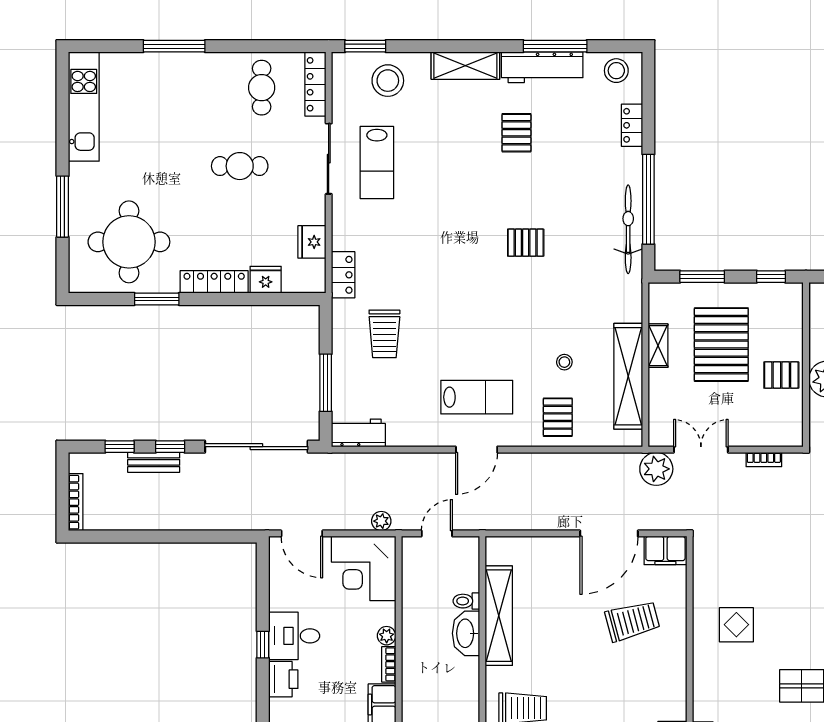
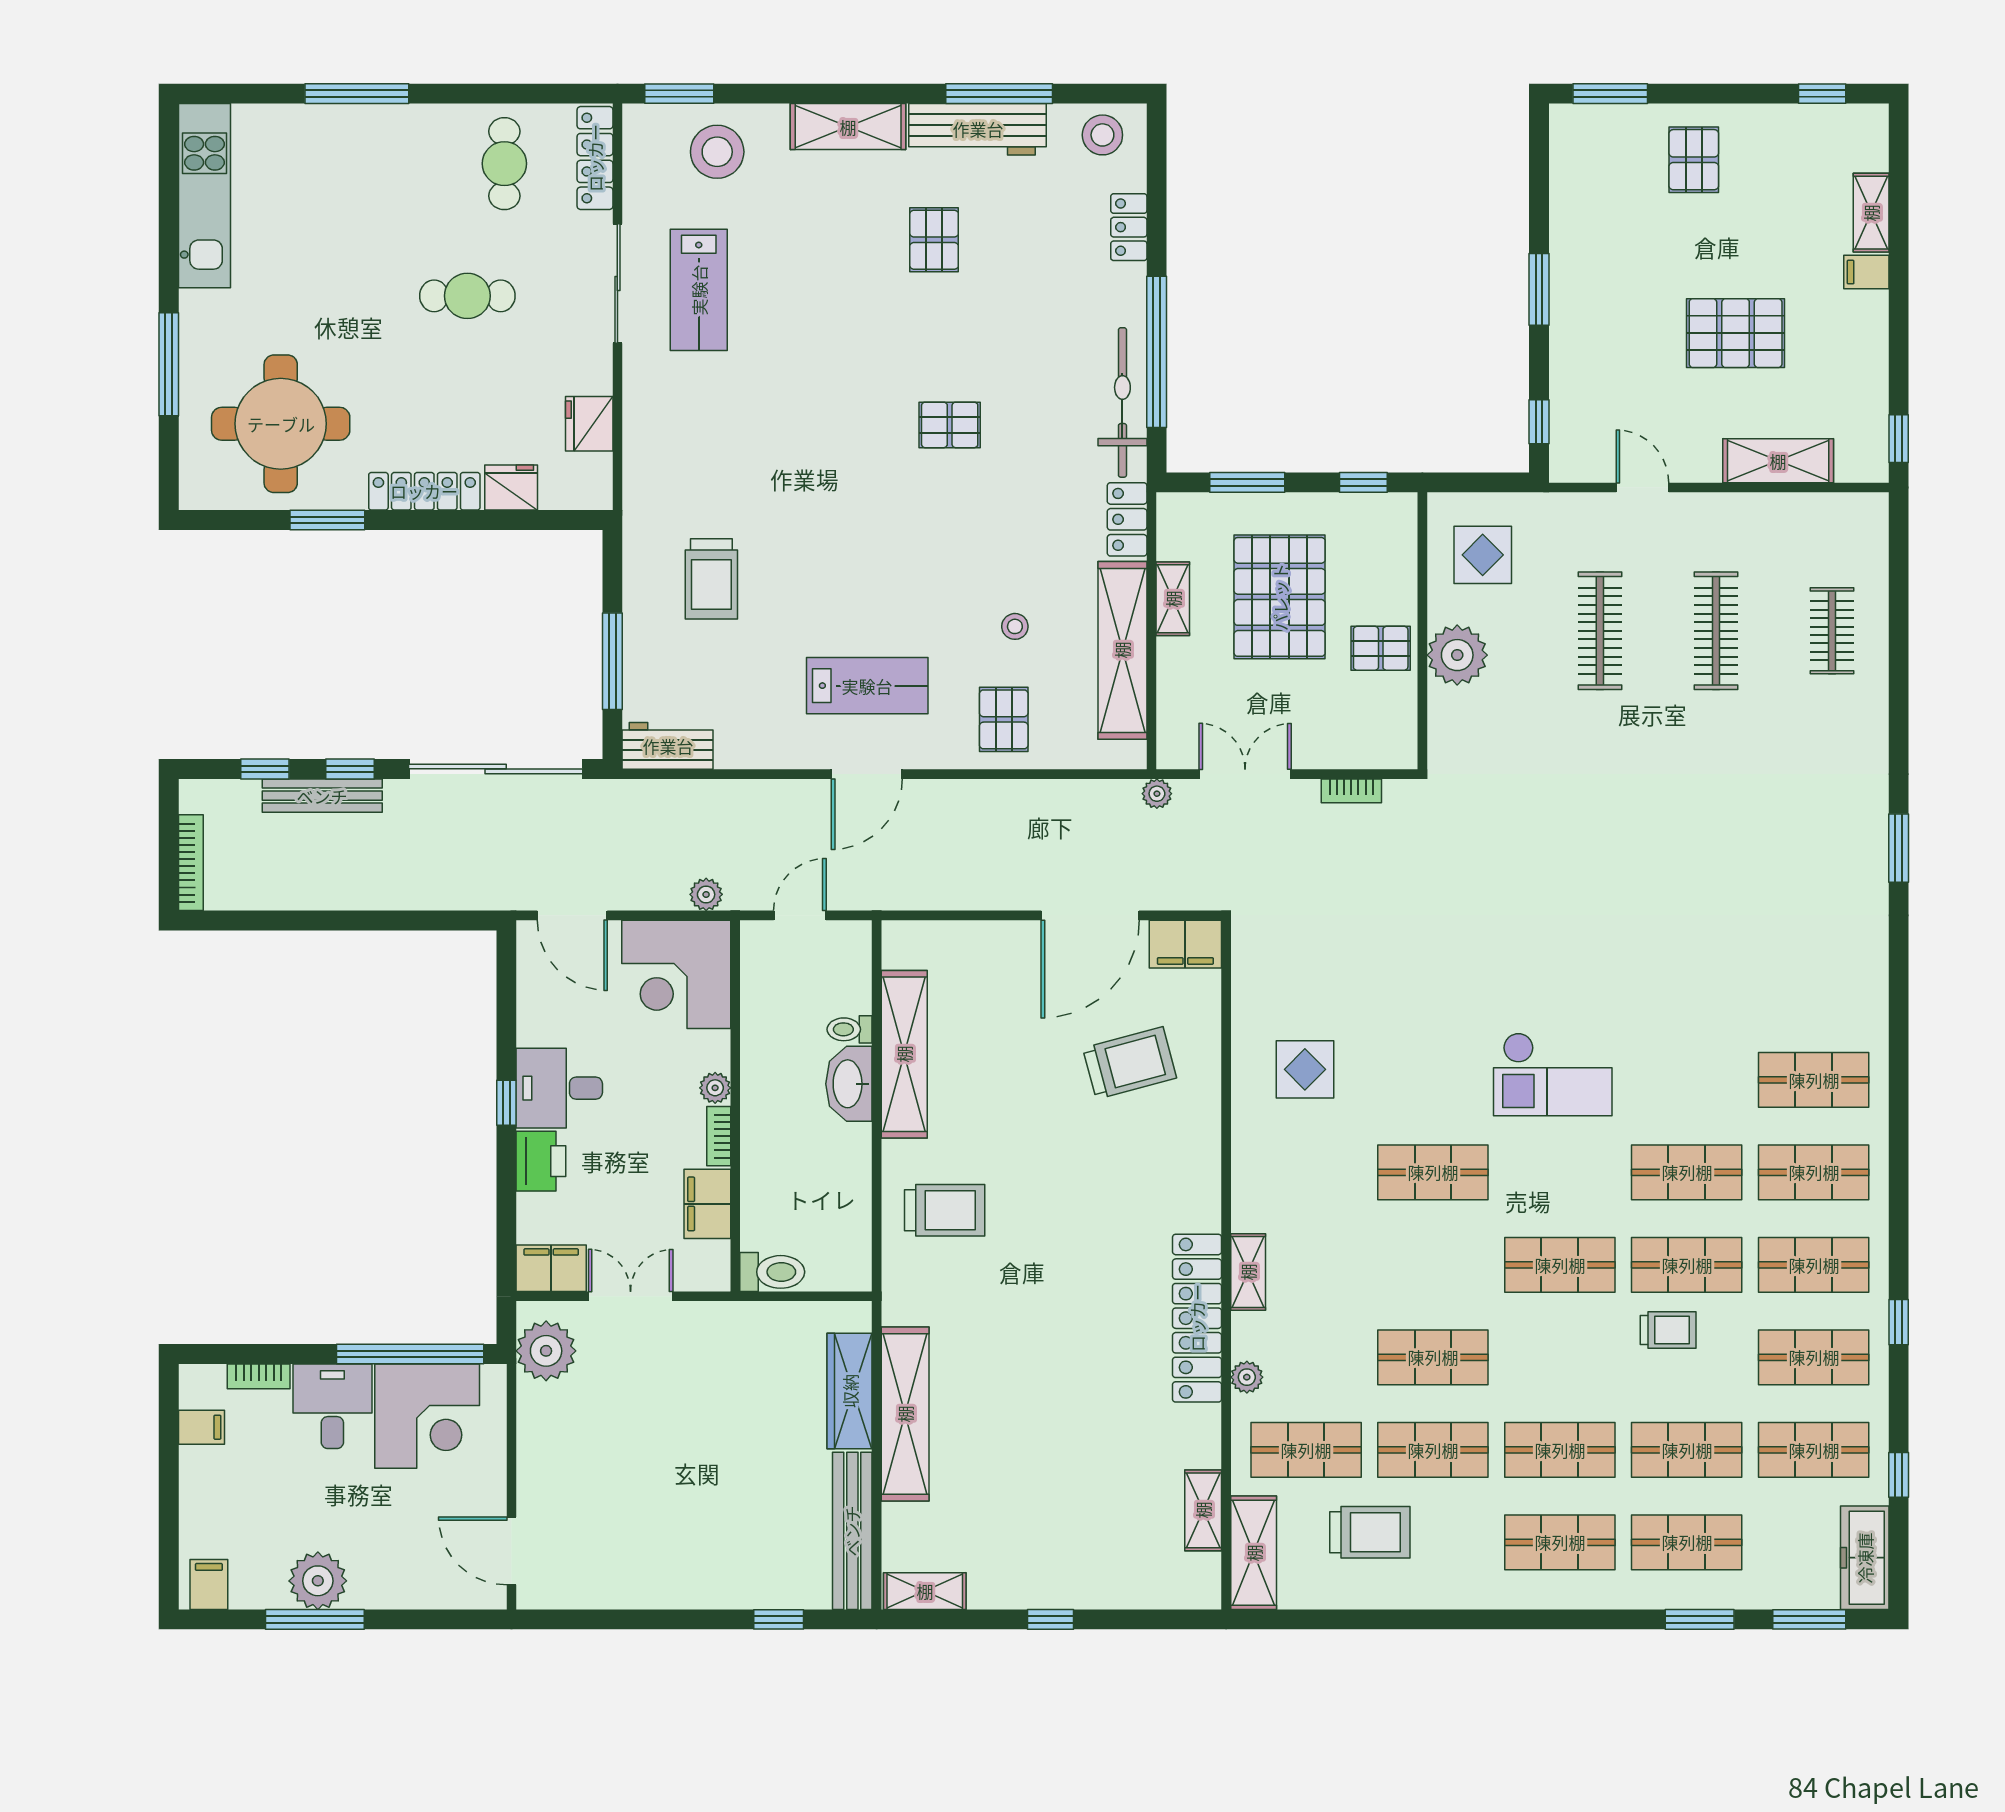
locker: (343, 275) -> (1127, 519), moved, turned 180
bench: (154, 462) -> (322, 796), width x1.36
plant: (656, 469) -> (1157, 794), width x0.53, depth x0.53

